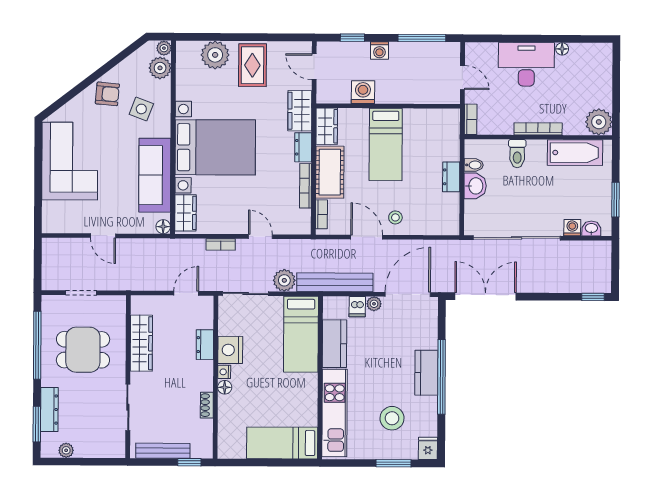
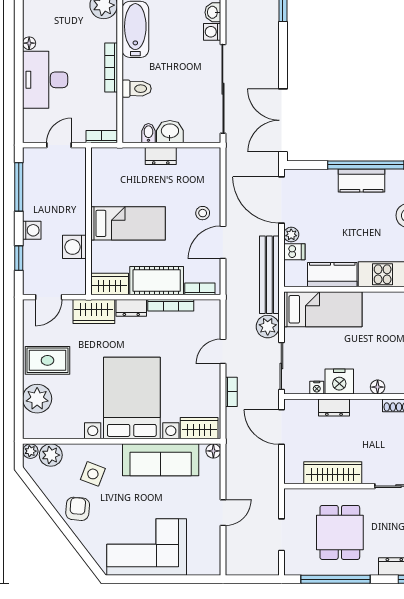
door: (186, 293) -> (281, 427), width x1.38
nightstand: (224, 372) -> (317, 388), moved

